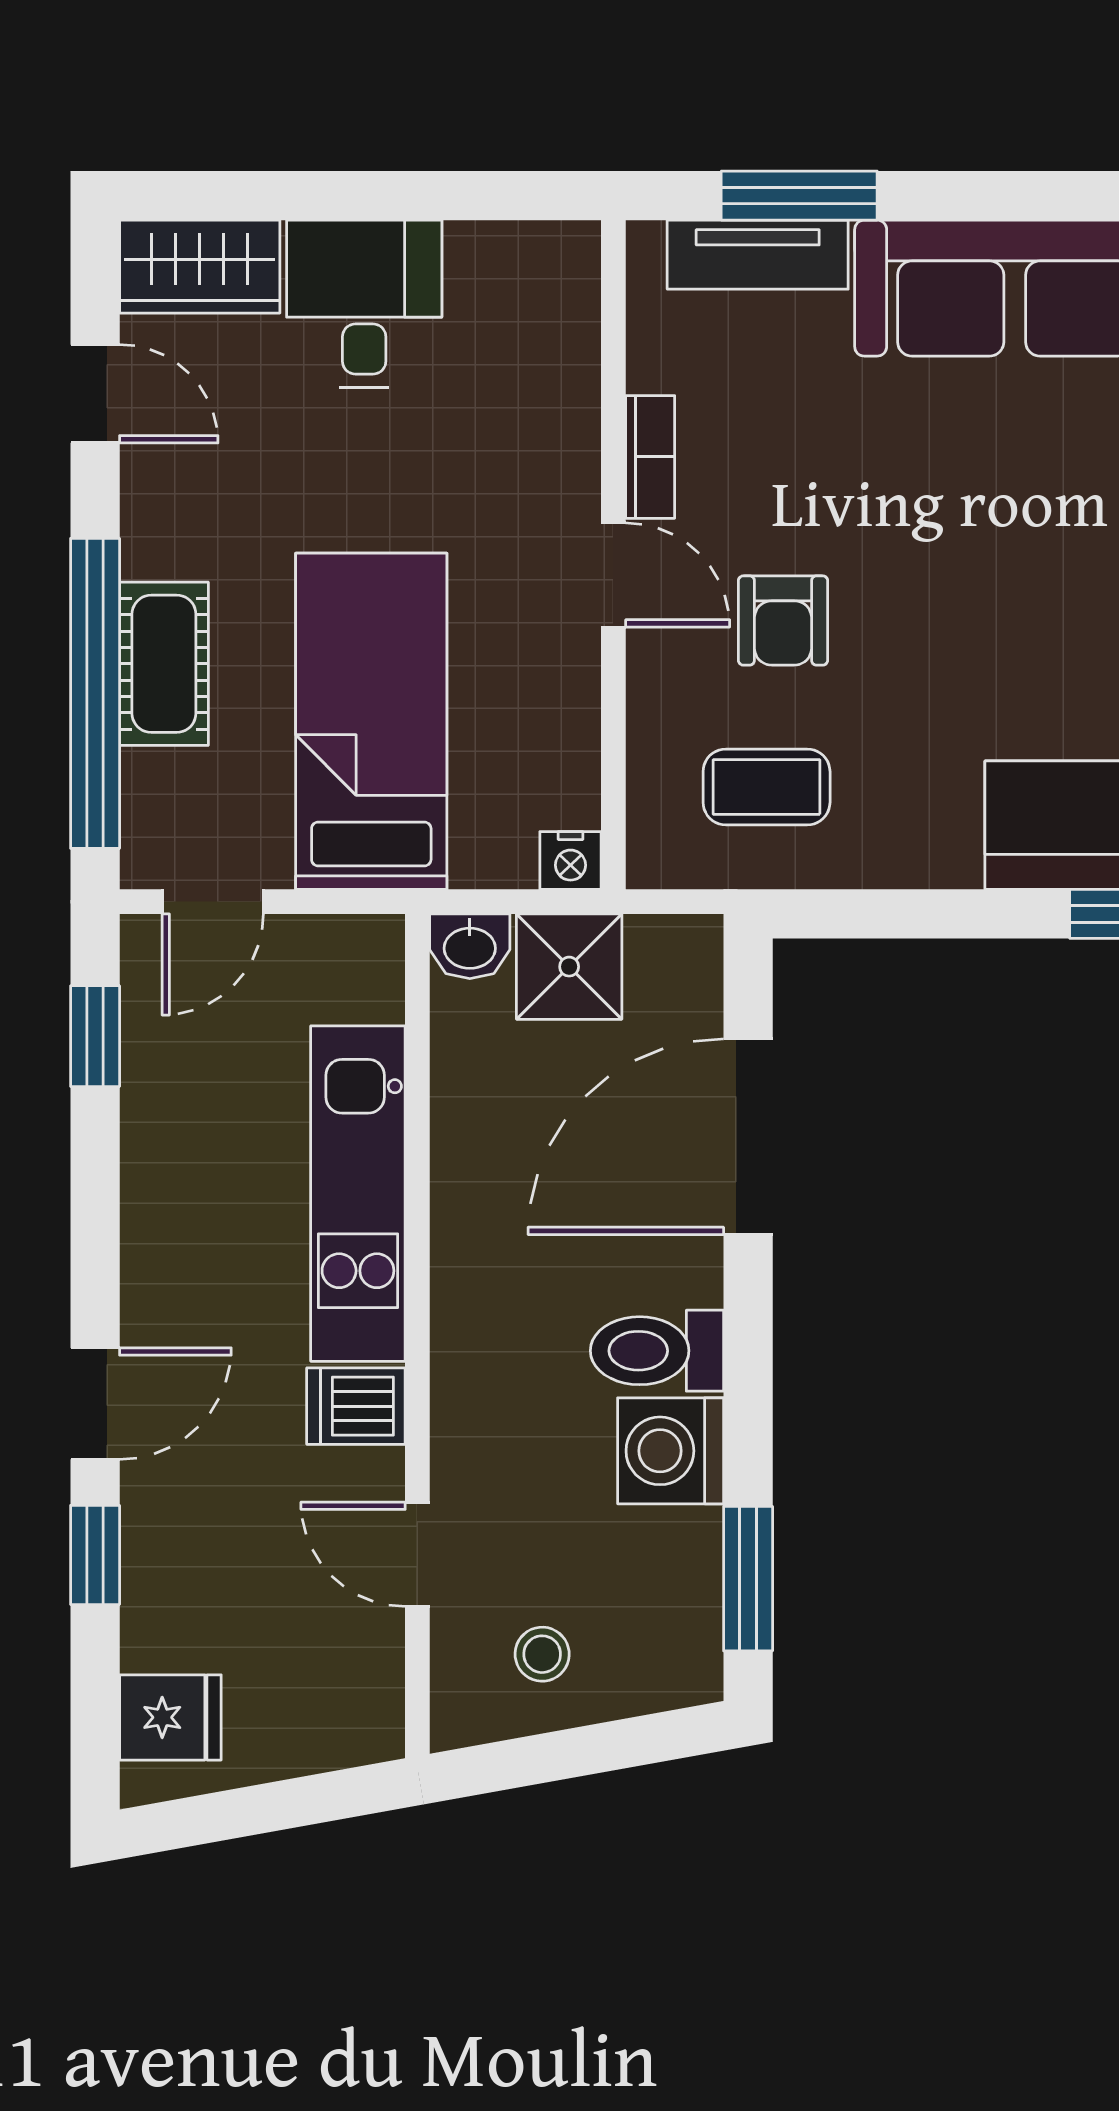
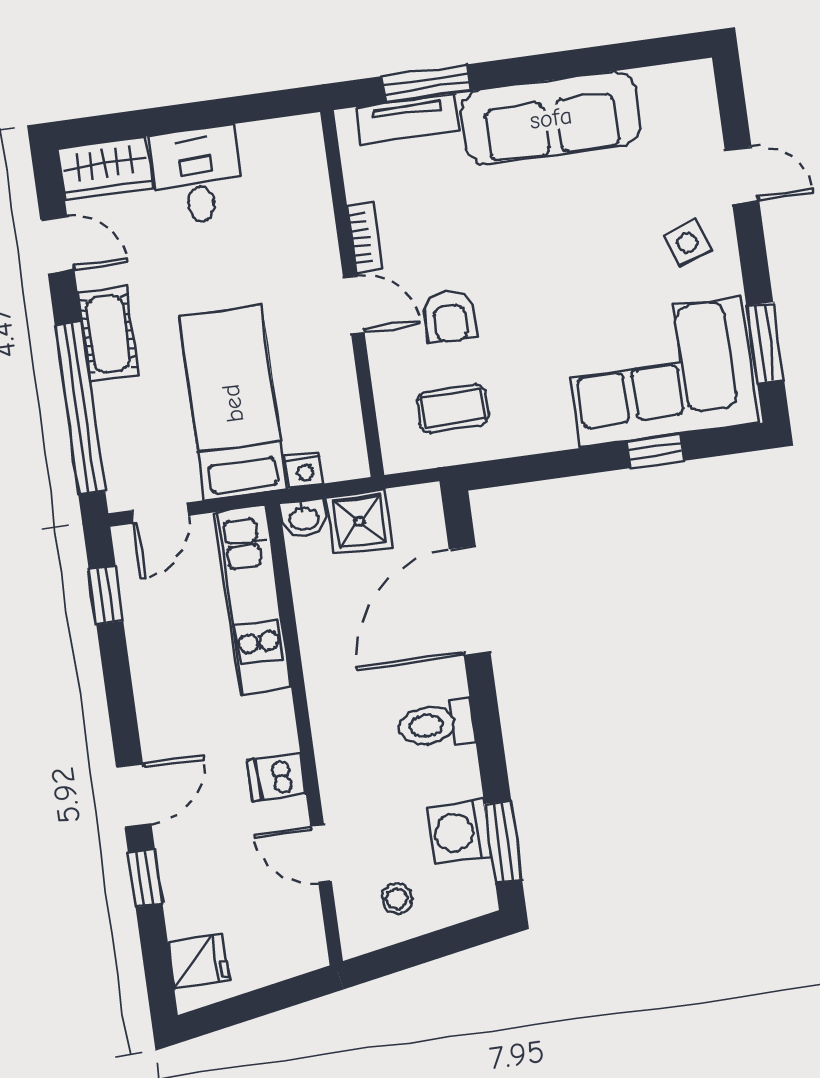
cot: (164, 664) -> (108, 334), moved
nightstand: (570, 860) -> (305, 470), moved
kitchen unit: (358, 1194) -> (253, 600), moved
washing machine: (671, 1451) -> (459, 832), moved

